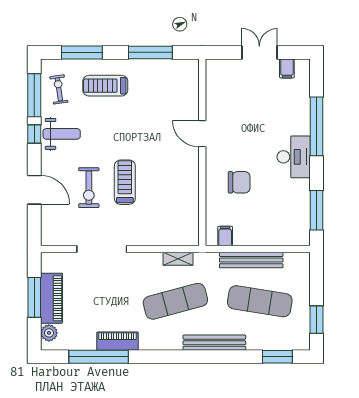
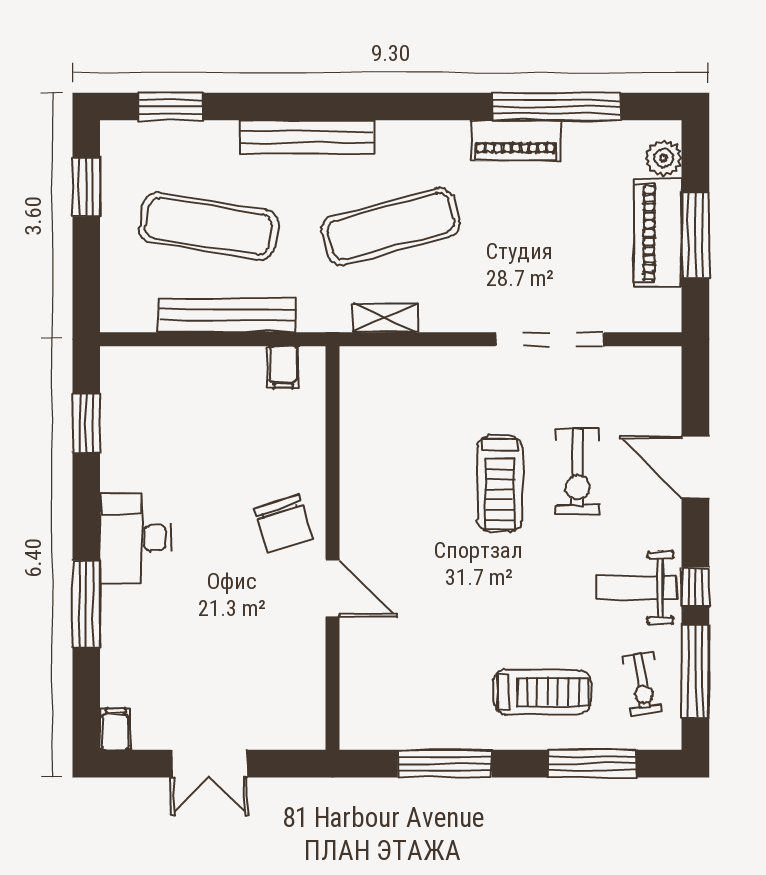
filing cabinet: (287, 68) -> (115, 729), moved
window: (316, 126) -> (86, 604), width x0.68
chair: (239, 182) -> (284, 524), moved, turned -107
exercise bike: (89, 188) -> (578, 472), turned 180
window: (316, 210) -> (86, 423), width x0.69

